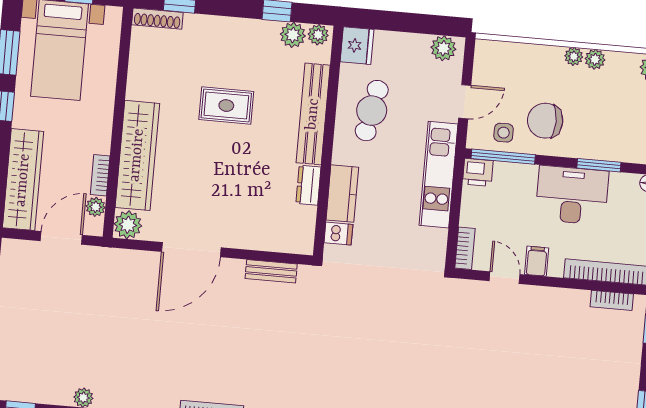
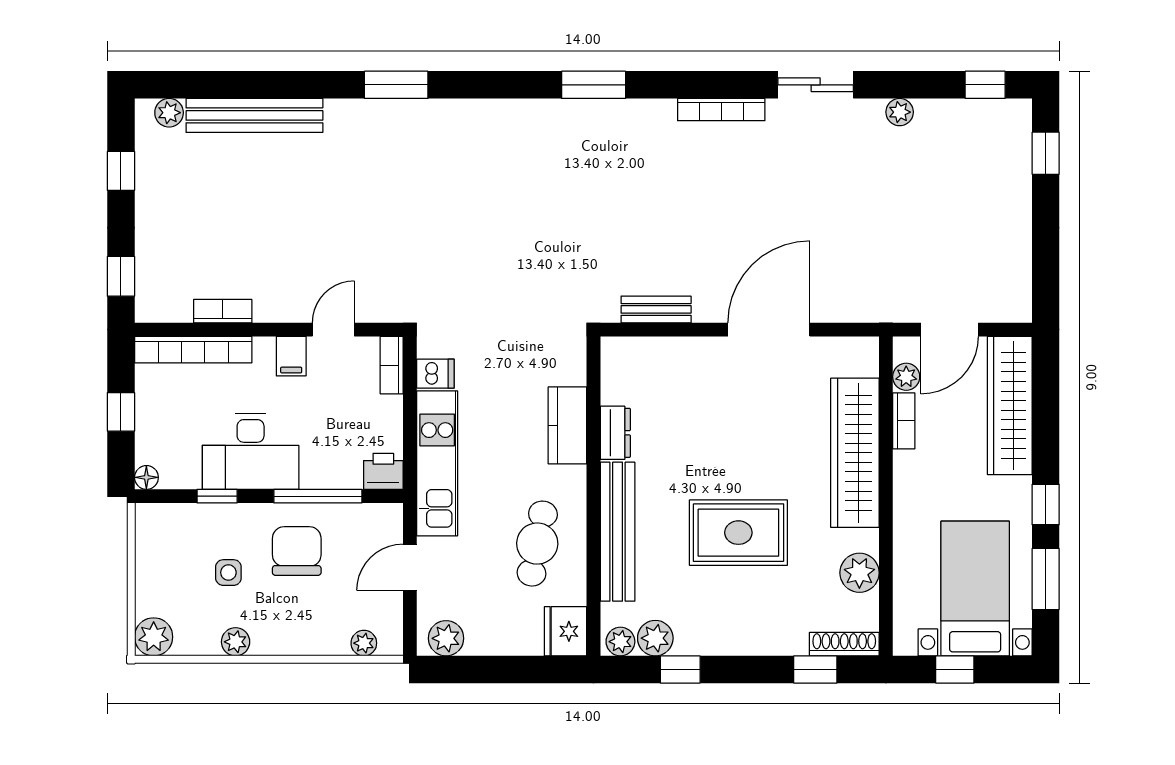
plant: (574, 56) -> (364, 643), moved
rug: (226, 106) -> (738, 533), width x1.36, depth x1.43
chair: (545, 121) -> (297, 551), turned -90
side table: (504, 133) -> (228, 573), moved
window: (503, 157) -> (318, 496), moved
window: (599, 165) -> (217, 496), width x0.67
plant: (128, 225) -> (859, 573), moved
dishwasher: (338, 234) -> (435, 374), moved, turned 180
door: (505, 278) -> (333, 330), swing flipped
bookcase: (612, 300) -> (223, 311), moved

